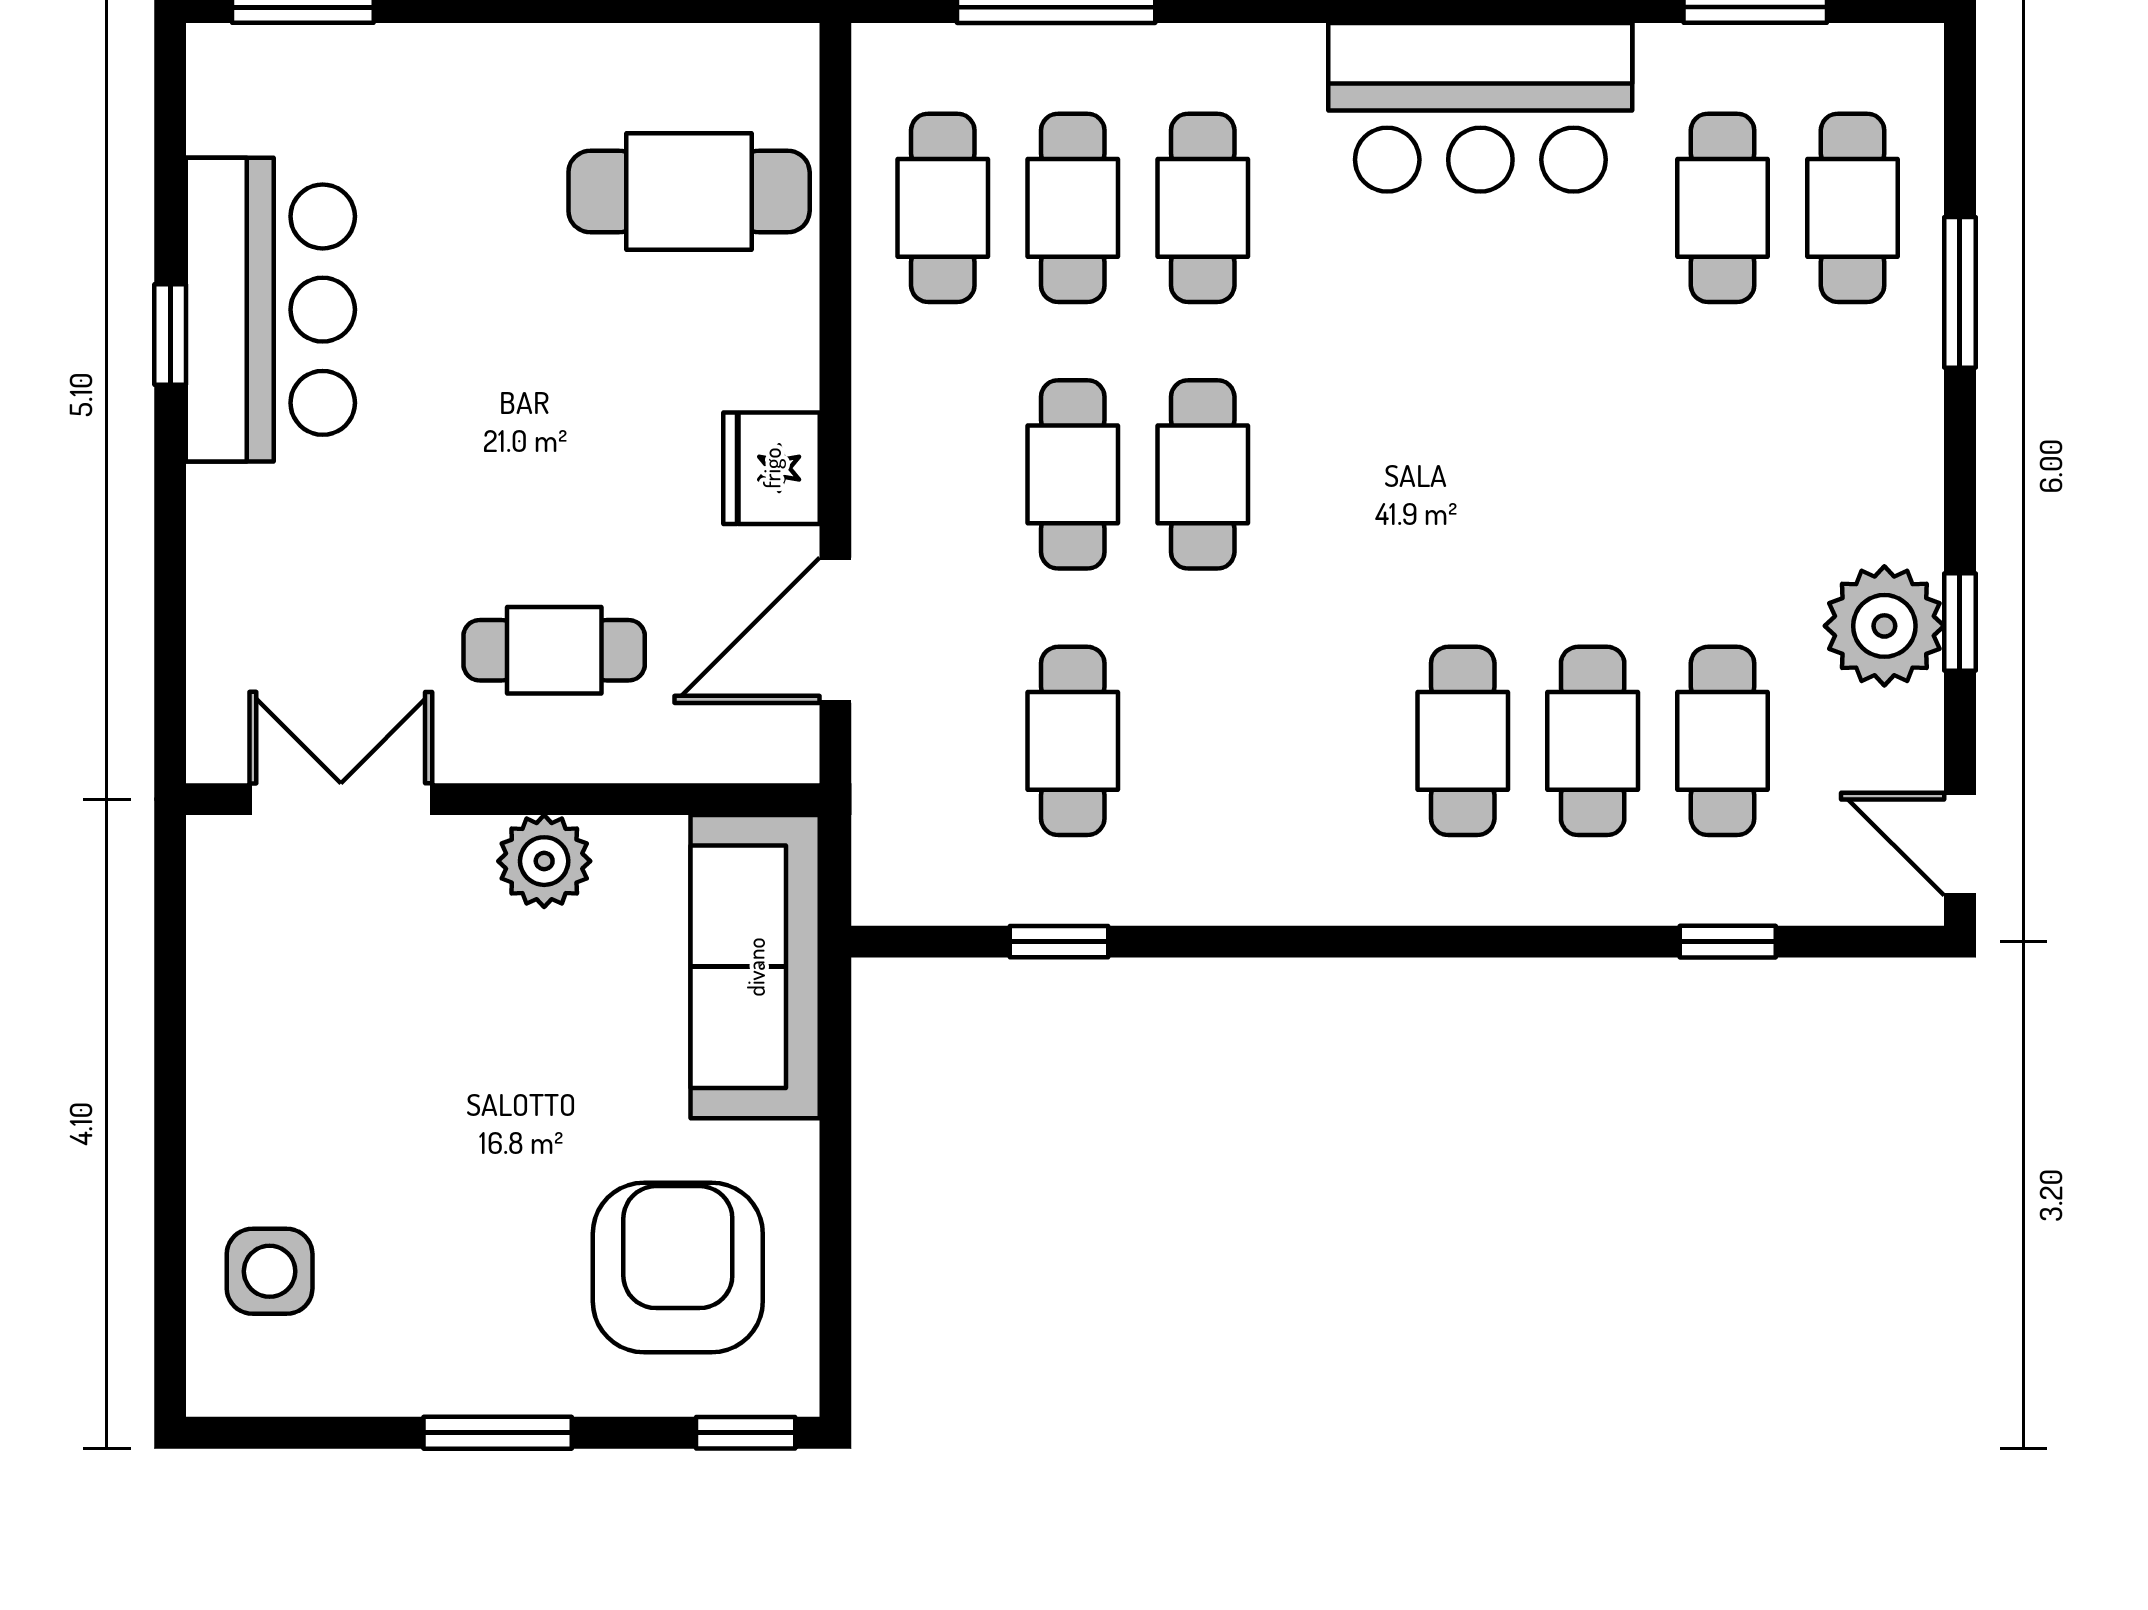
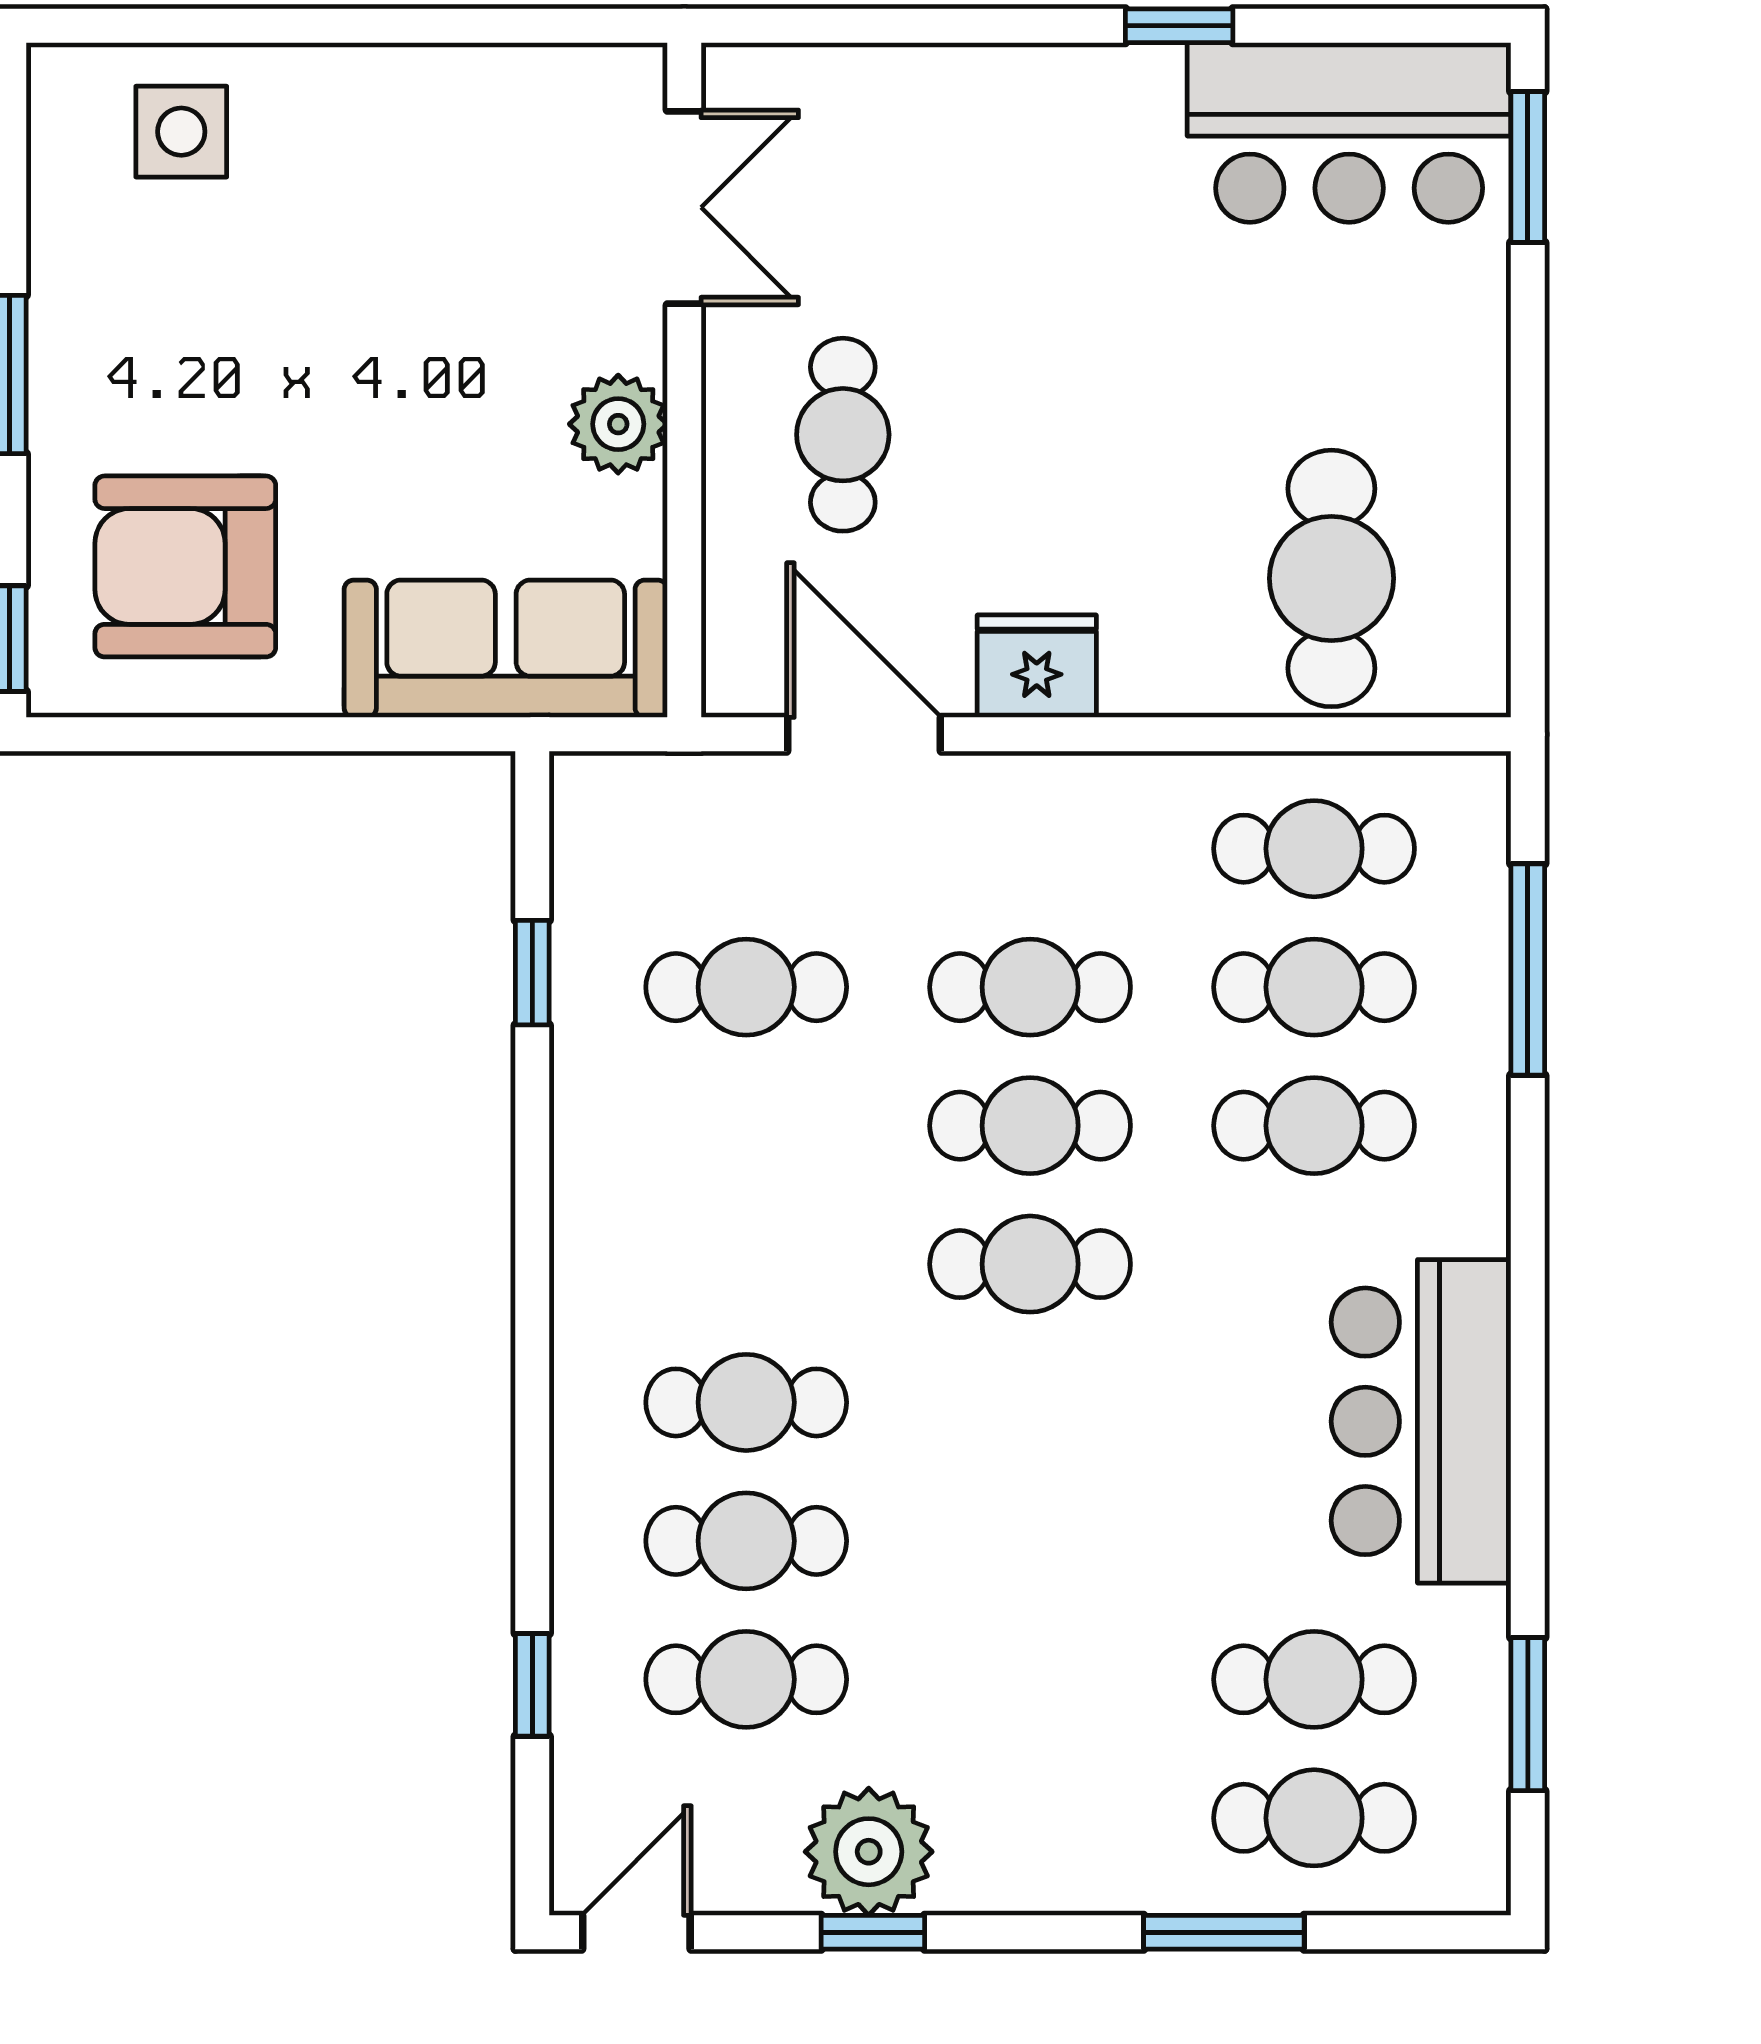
bar counter: (270, 310) -> (1349, 132), moved
cafe table: (1333, 474) -> (1030, 1264), added
armchair: (678, 1267) -> (185, 566), turned 180

